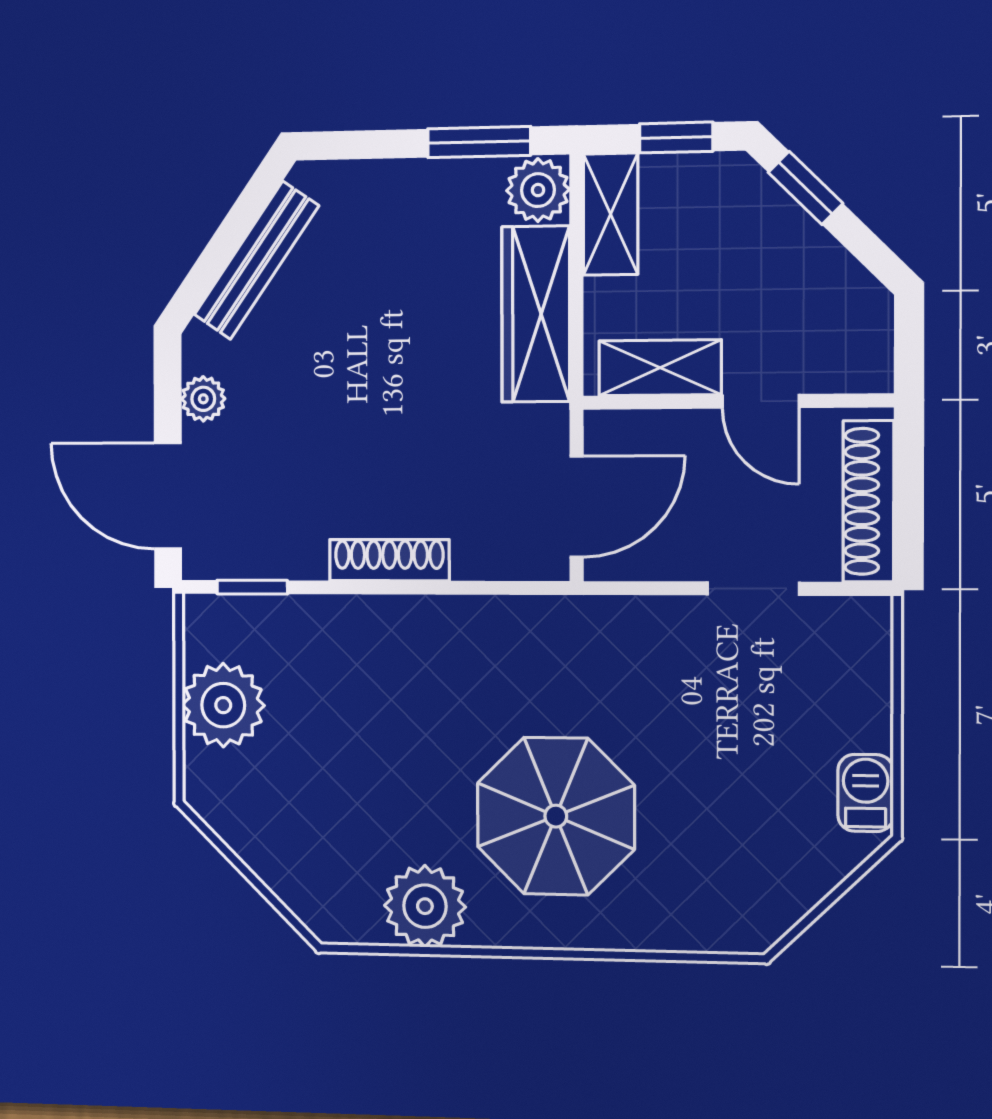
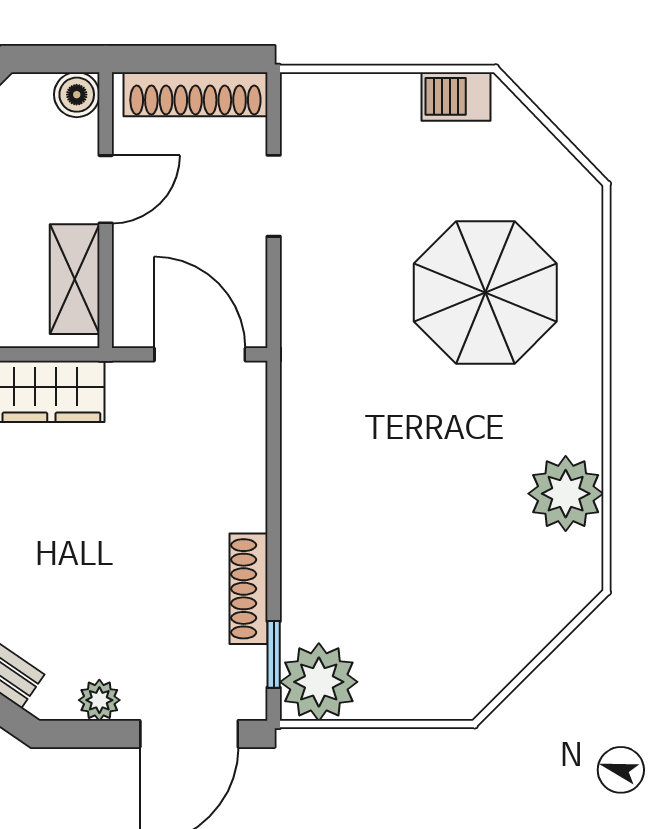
boiler: (868, 368) -> (77, 95), added
shoe rack: (389, 560) -> (249, 589), moved
plant: (223, 705) -> (319, 682), moved
parasol: (556, 816) -> (485, 292), moved

